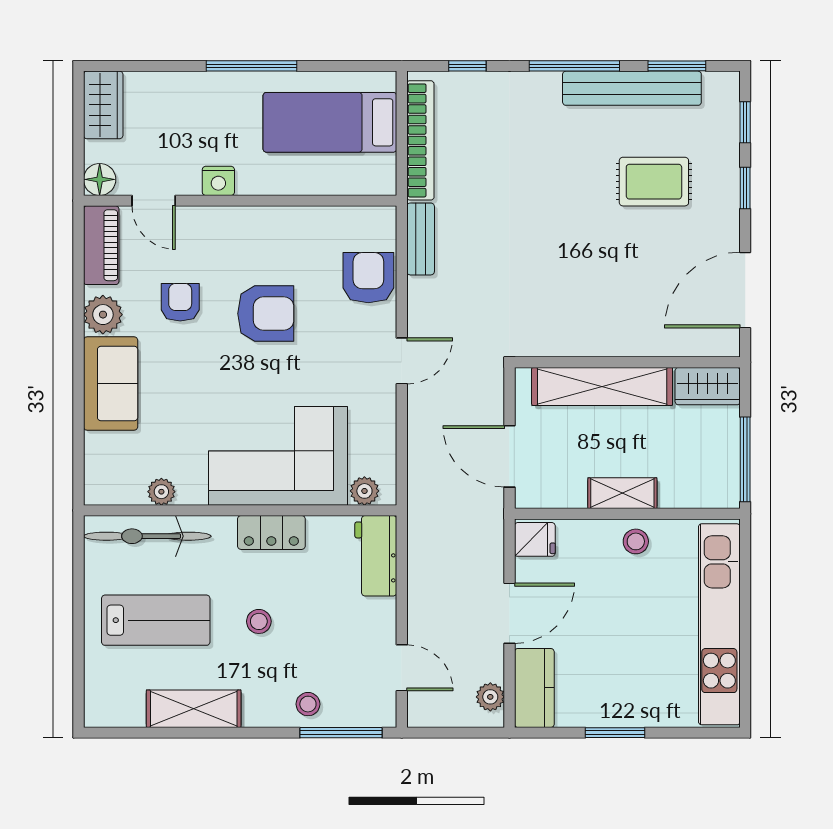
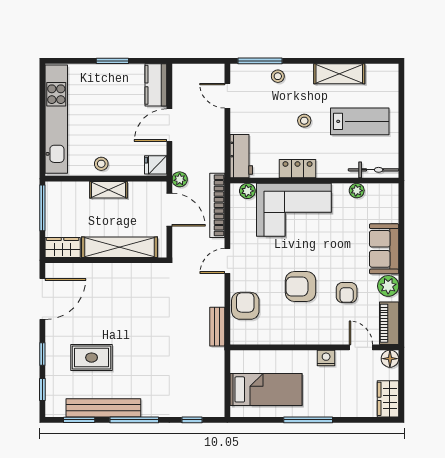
bookcase: (420, 140) -> (217, 205), moved
armchair: (368, 278) -> (245, 306), turned 180
bicycle: (147, 536) -> (374, 170), width x0.73, depth x0.71
lab bench: (156, 620) -> (360, 121), turned 180
plant: (490, 697) -> (180, 179), moved

